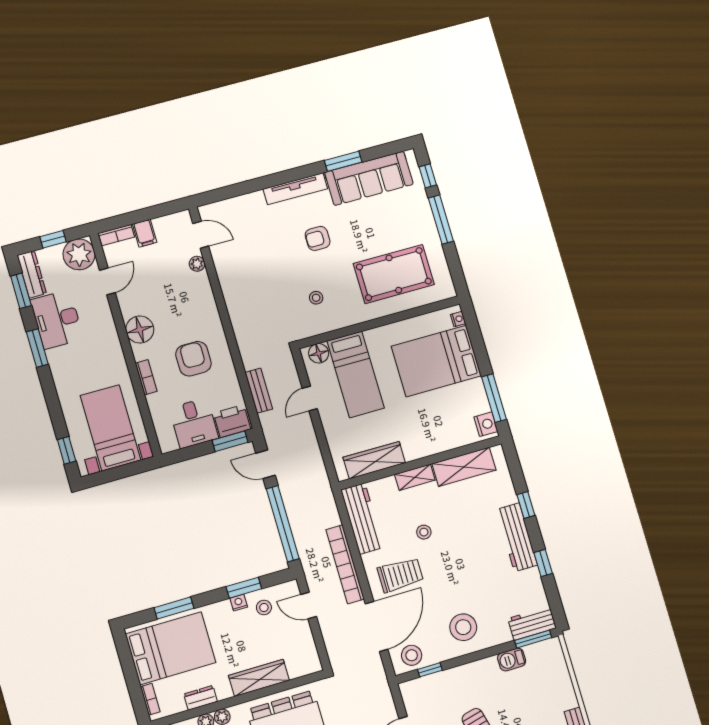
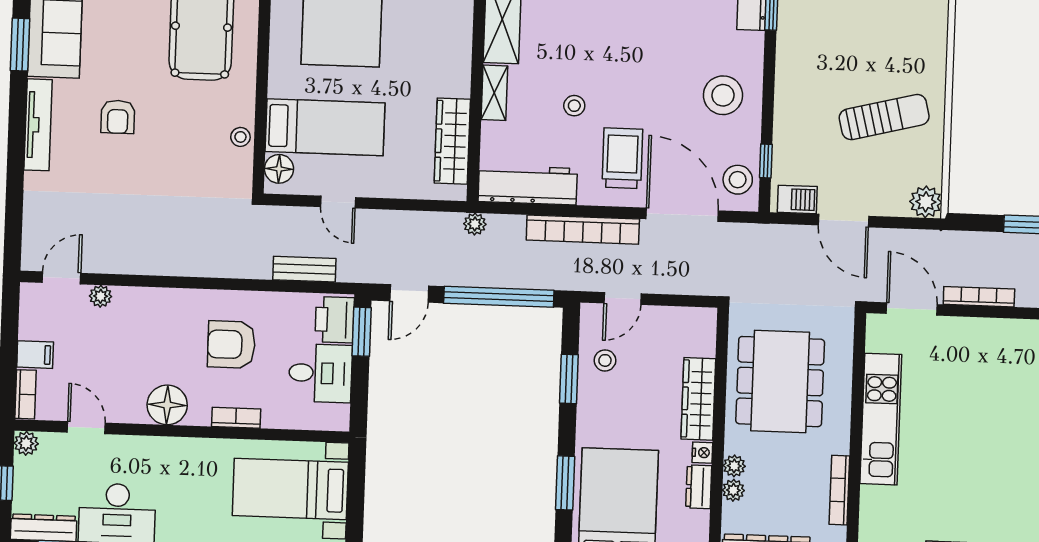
plant: (79, 254) -> (26, 443), width x0.53, depth x0.53
stool: (316, 298) -> (240, 137), moved
plant: (325, 492) -> (475, 224), added
nightstand: (239, 603) -> (702, 453), moved, turned 180
barbecue: (512, 660) -> (797, 199), moved, turned -90

